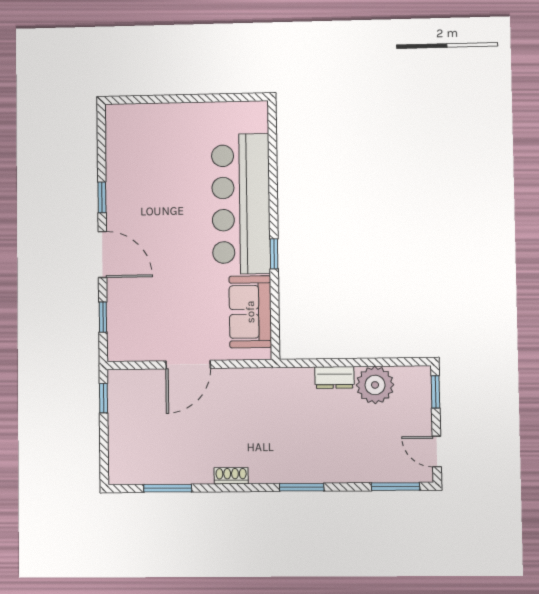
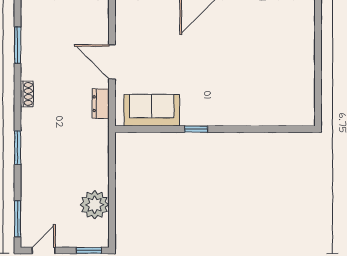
bar counter: (241, 204) -> (235, 104), removed
dresser: (334, 377) -> (101, 104), moved

